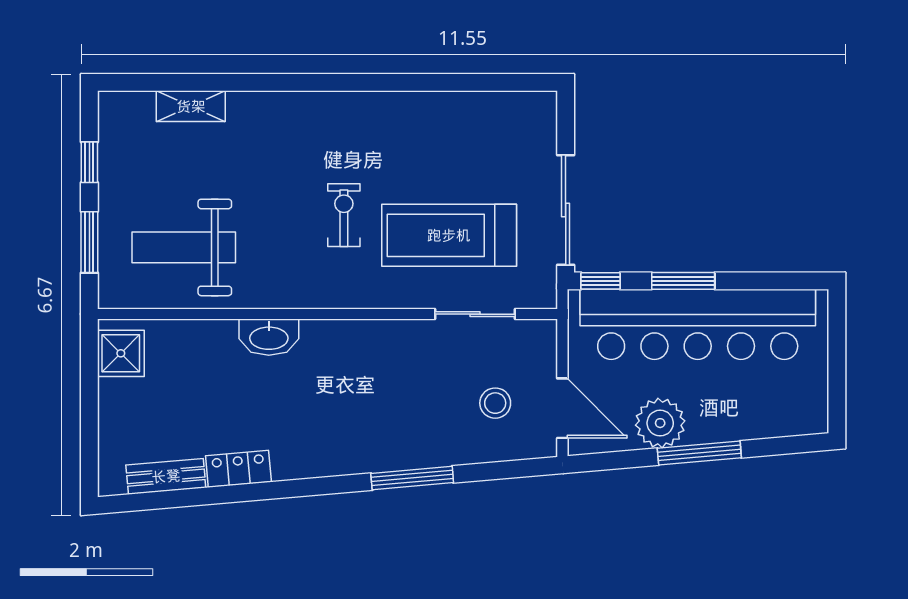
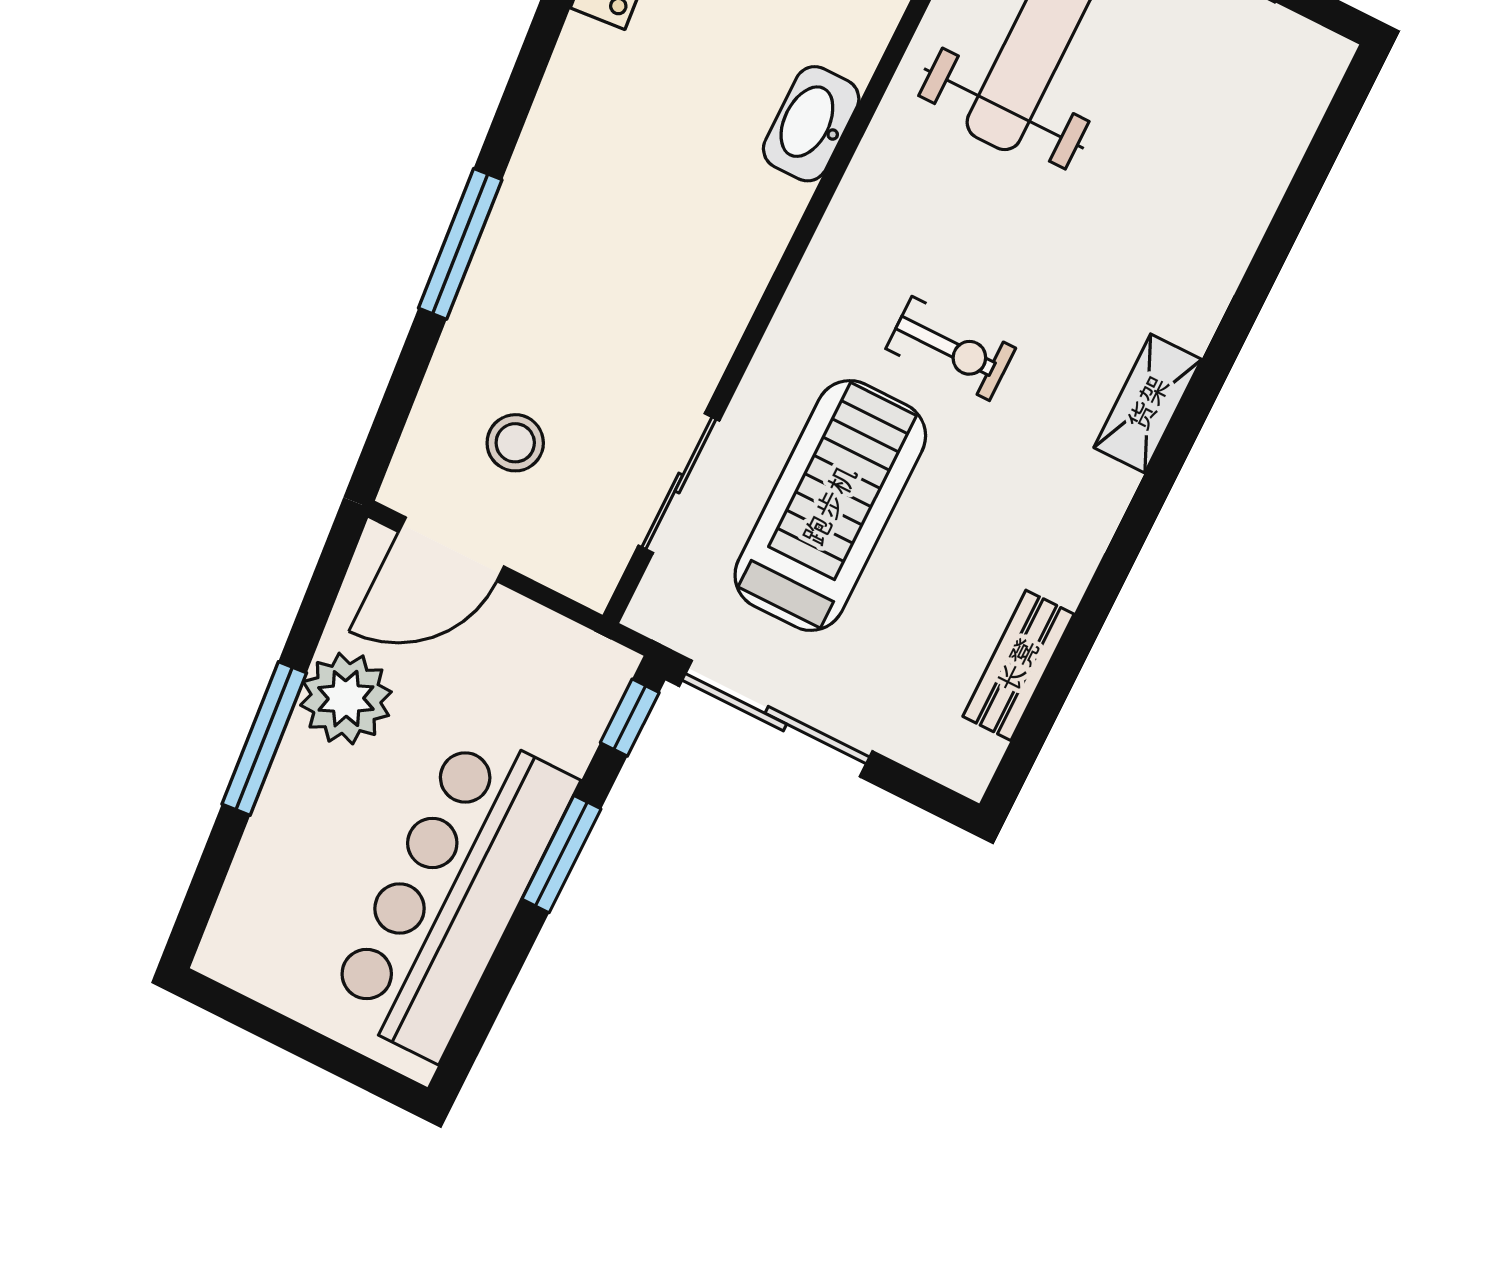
bench: (481, 105) -> (1018, 665), added
shelving: (191, 106) -> (1148, 403), moved
bar counter: (698, 324) -> (452, 894), width x0.73

